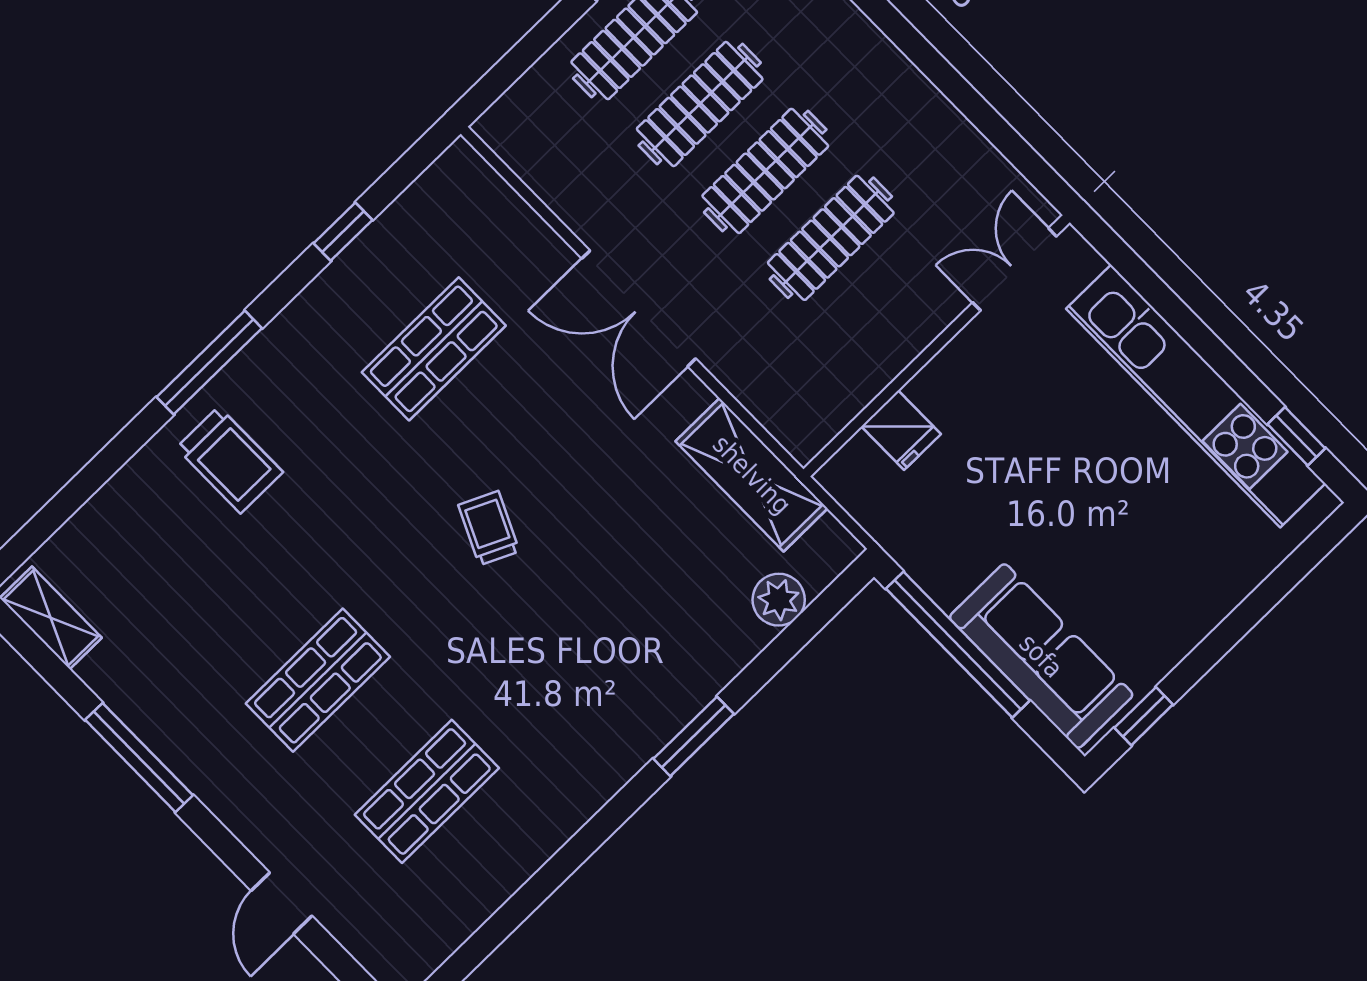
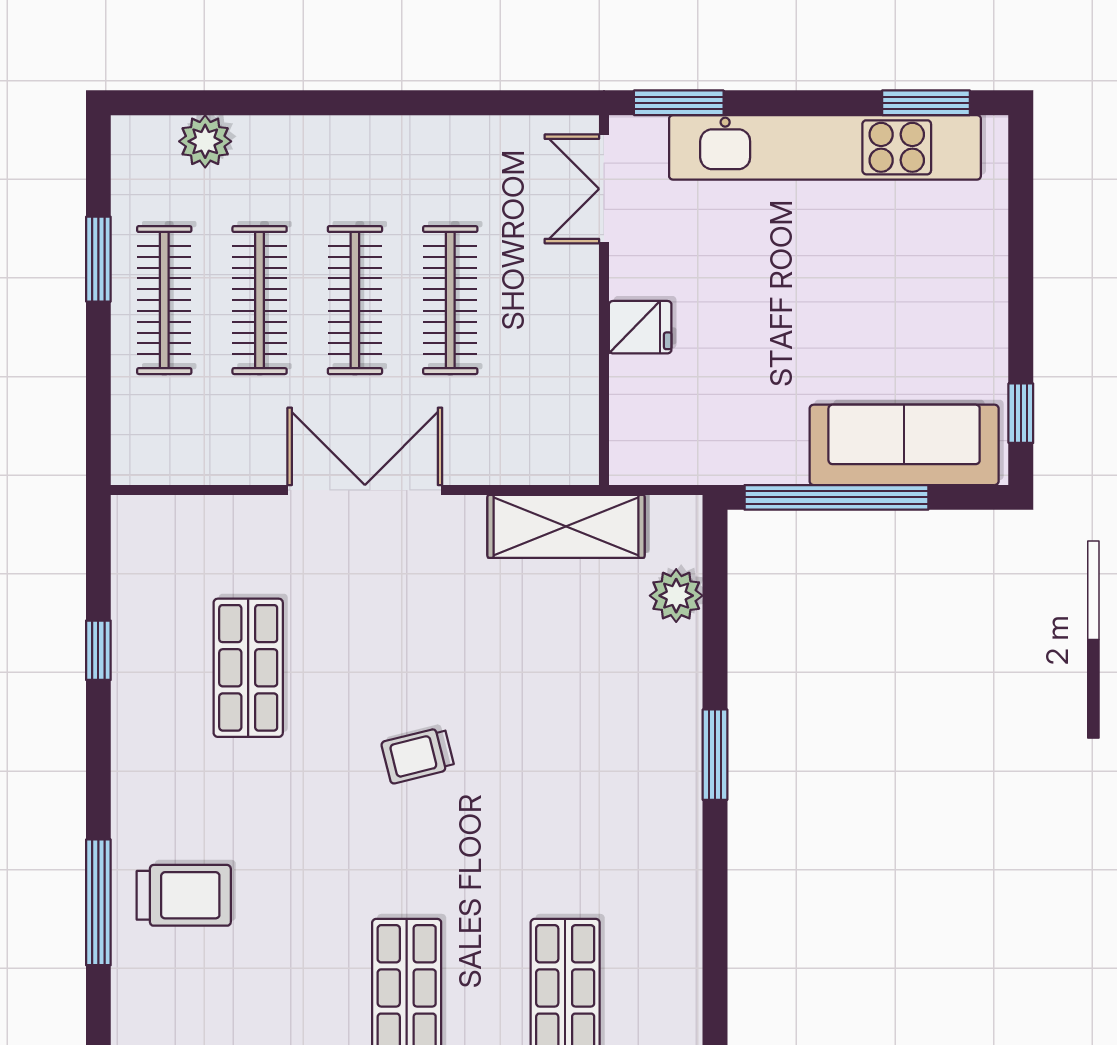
window: (1126, 263) -> (679, 103), added
double door: (639, 308) -> (365, 490), swing flipped
window: (209, 363) -> (98, 902), moved
fridge: (901, 430) -> (640, 327), moved
window: (1296, 436) -> (926, 103), width x1.50
trolley: (489, 528) -> (418, 755), turned -39

